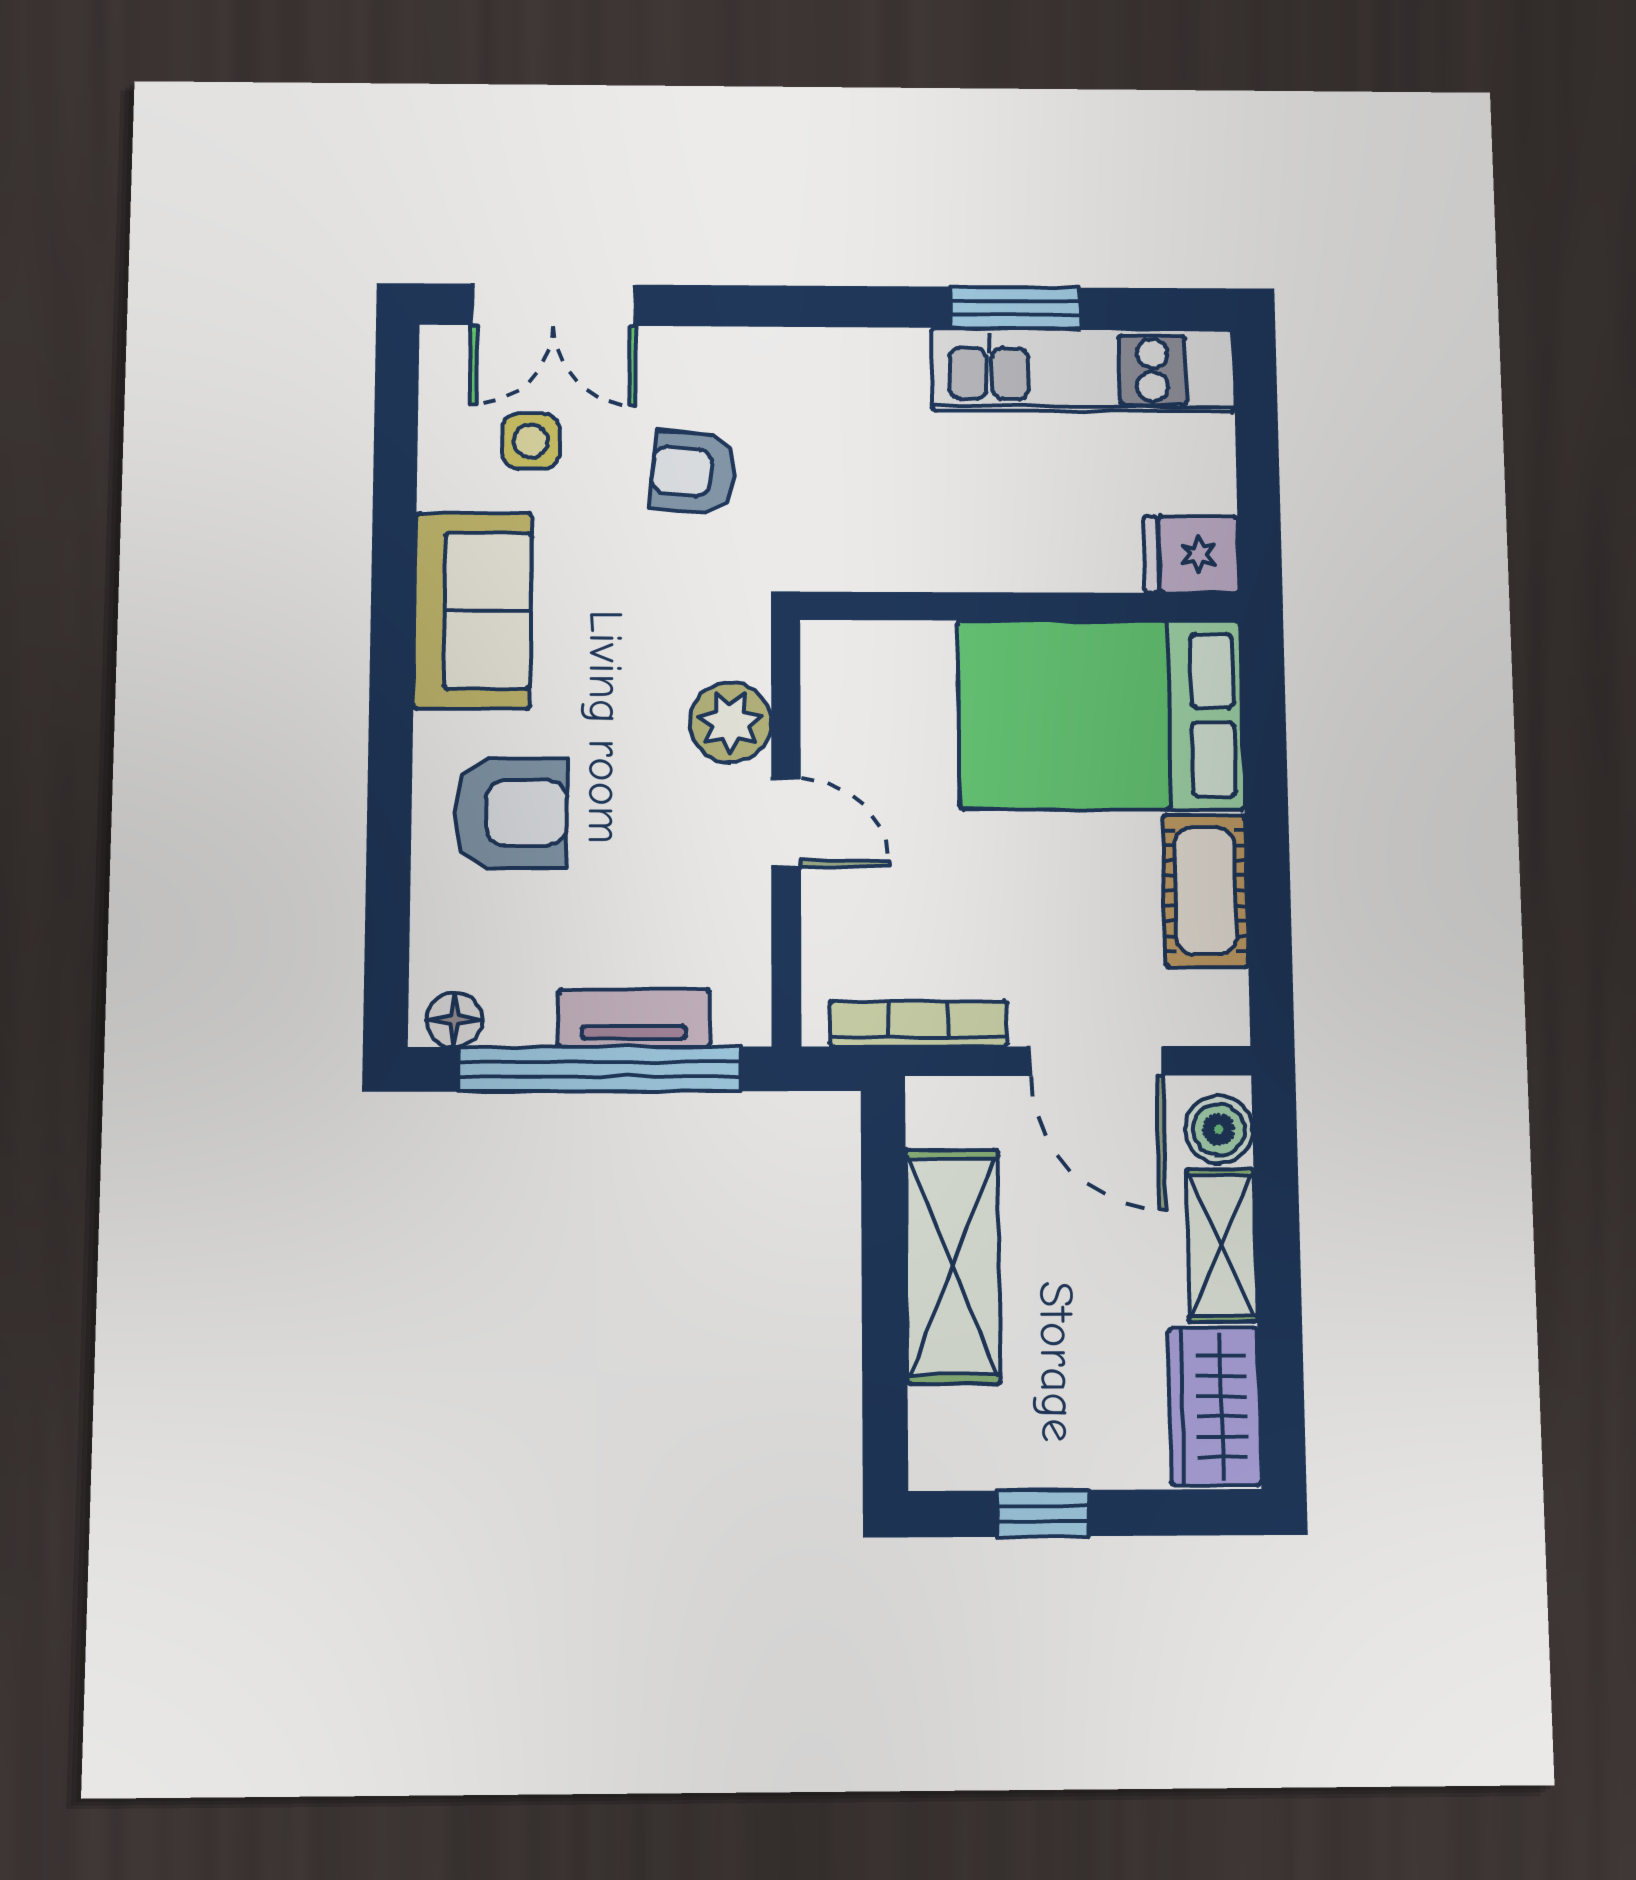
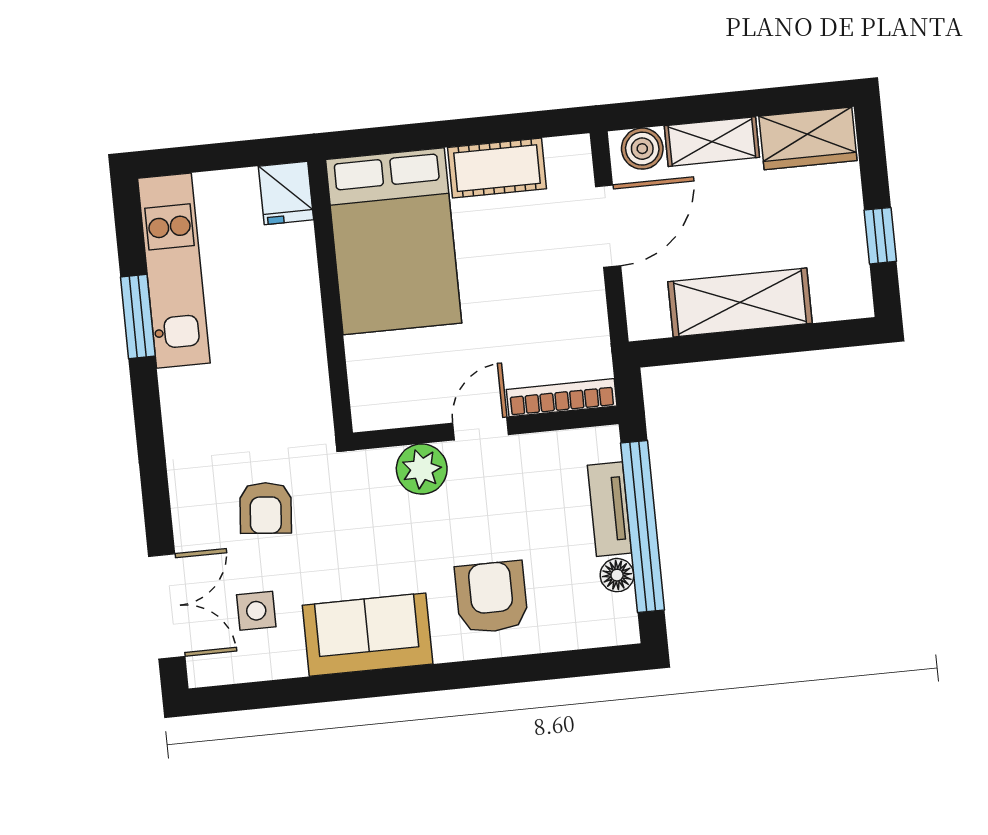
floor lamp: (454, 1020) -> (617, 575), moved
bookcase: (919, 1024) -> (562, 398), moved, turned 90

